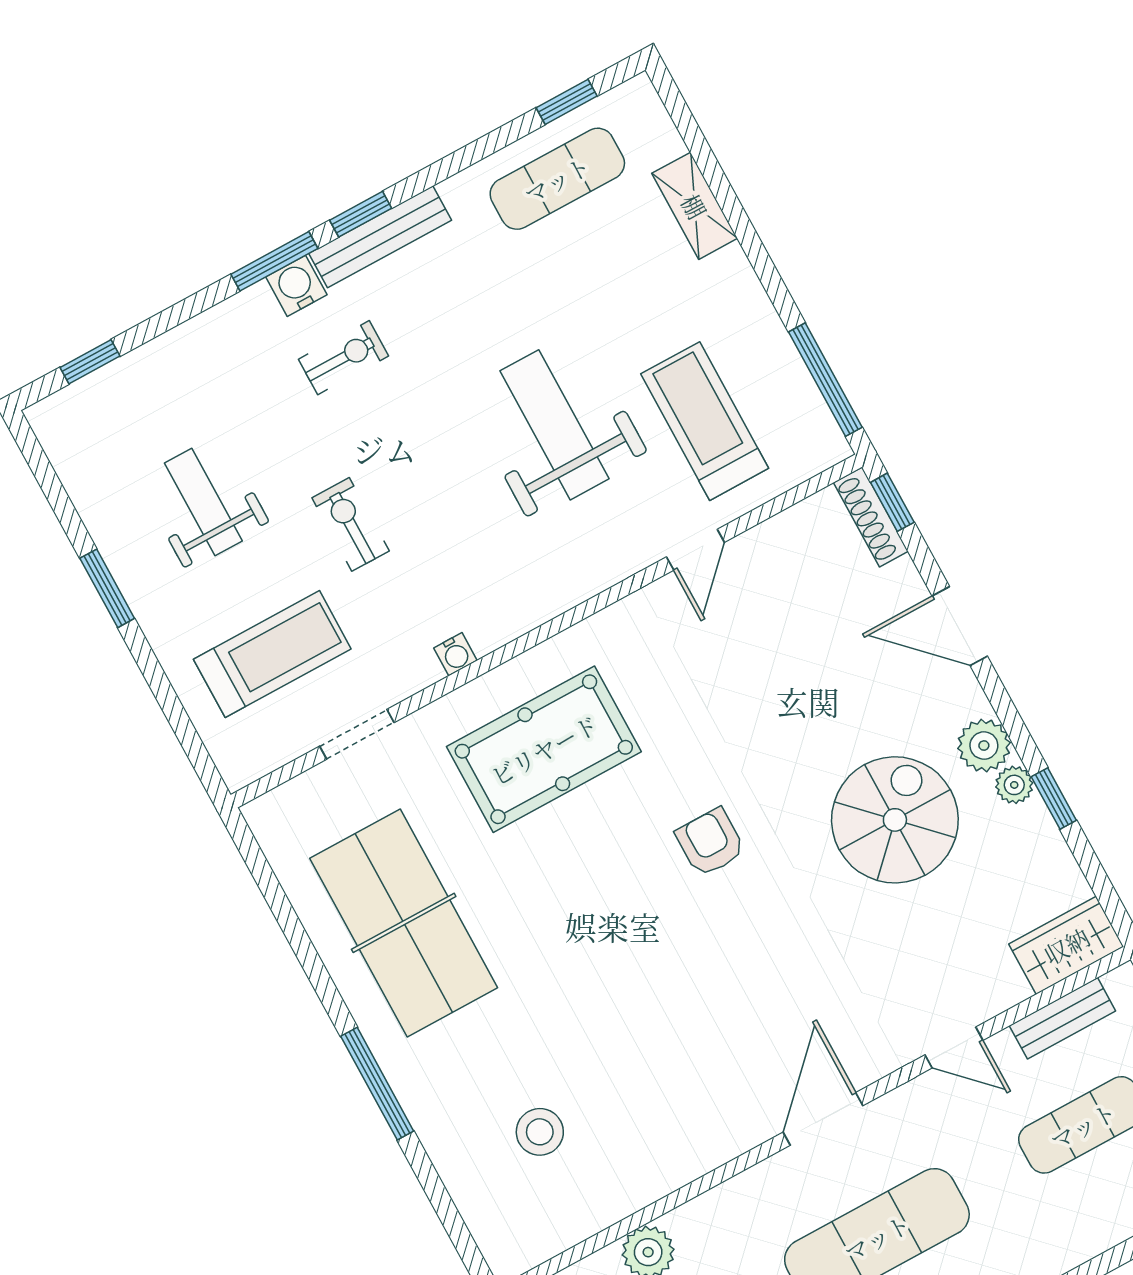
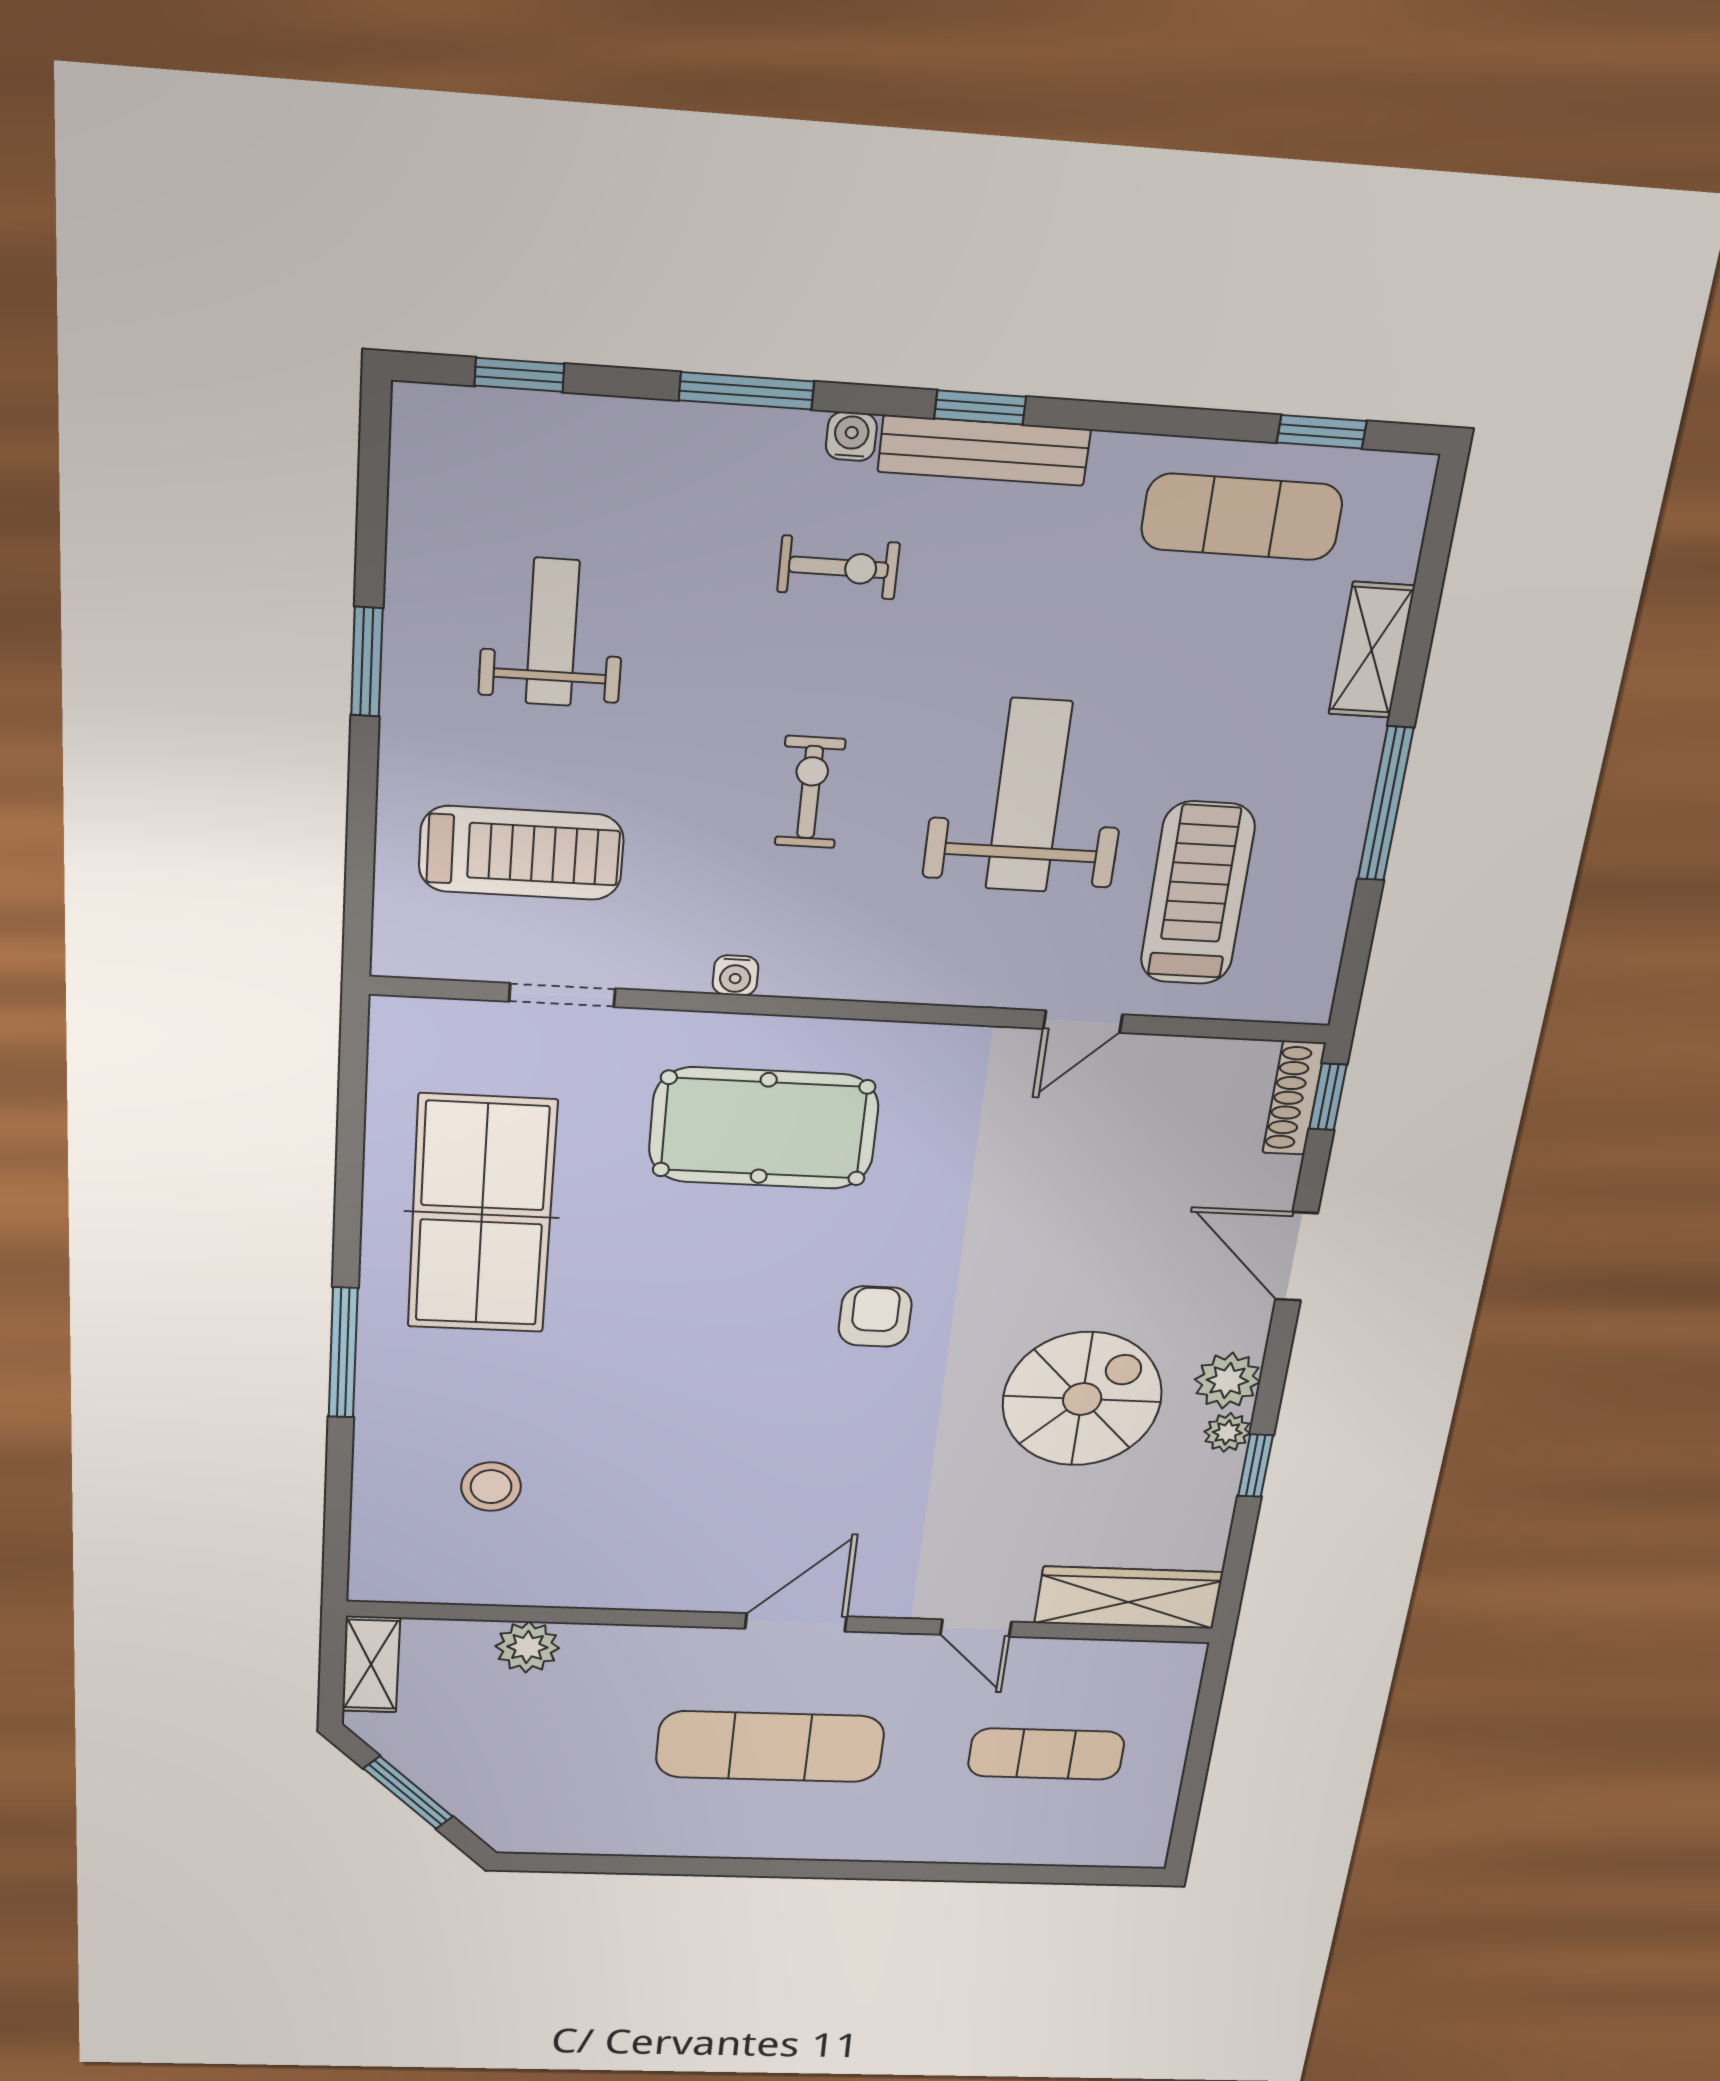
window: (274, 261) -> (746, 391), moved
water cooler: (296, 286) -> (851, 436), width x0.72, depth x0.72
window: (825, 380) -> (1386, 804), moved
exercise bike: (351, 524) -> (810, 792), moved
wardrobe: (1066, 945) -> (1129, 1598), width x1.50
bench: (1062, 1018) -> (1102, 1657), removed

